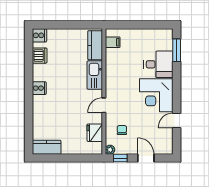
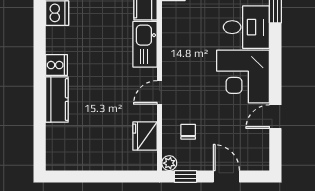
kitchen counter: (47, 147) -> (57, 100), moved, turned 90

